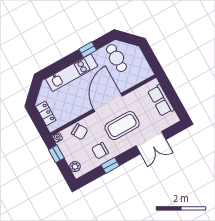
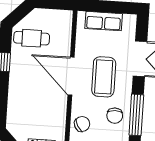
kitchen unit: (72, 73) -> (17, 93), removed
window: (110, 165) -> (136, 115), width x2.17

